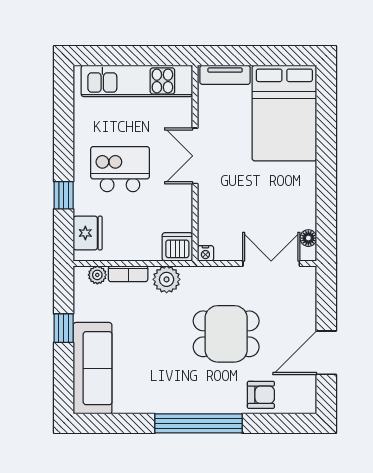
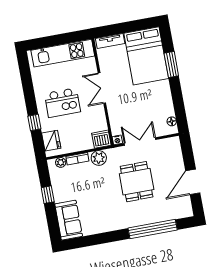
window: (326, 137) -> (171, 64), added
kitchen island: (120, 169) -> (62, 103), turned 180
double door: (271, 263) -> (140, 141), moved
dining table: (226, 334) -> (137, 182), turned 90
sofa: (93, 368) -> (69, 220), width x0.73
armchair: (261, 395) -> (162, 211), removed
window: (198, 423) -> (153, 229), moved

